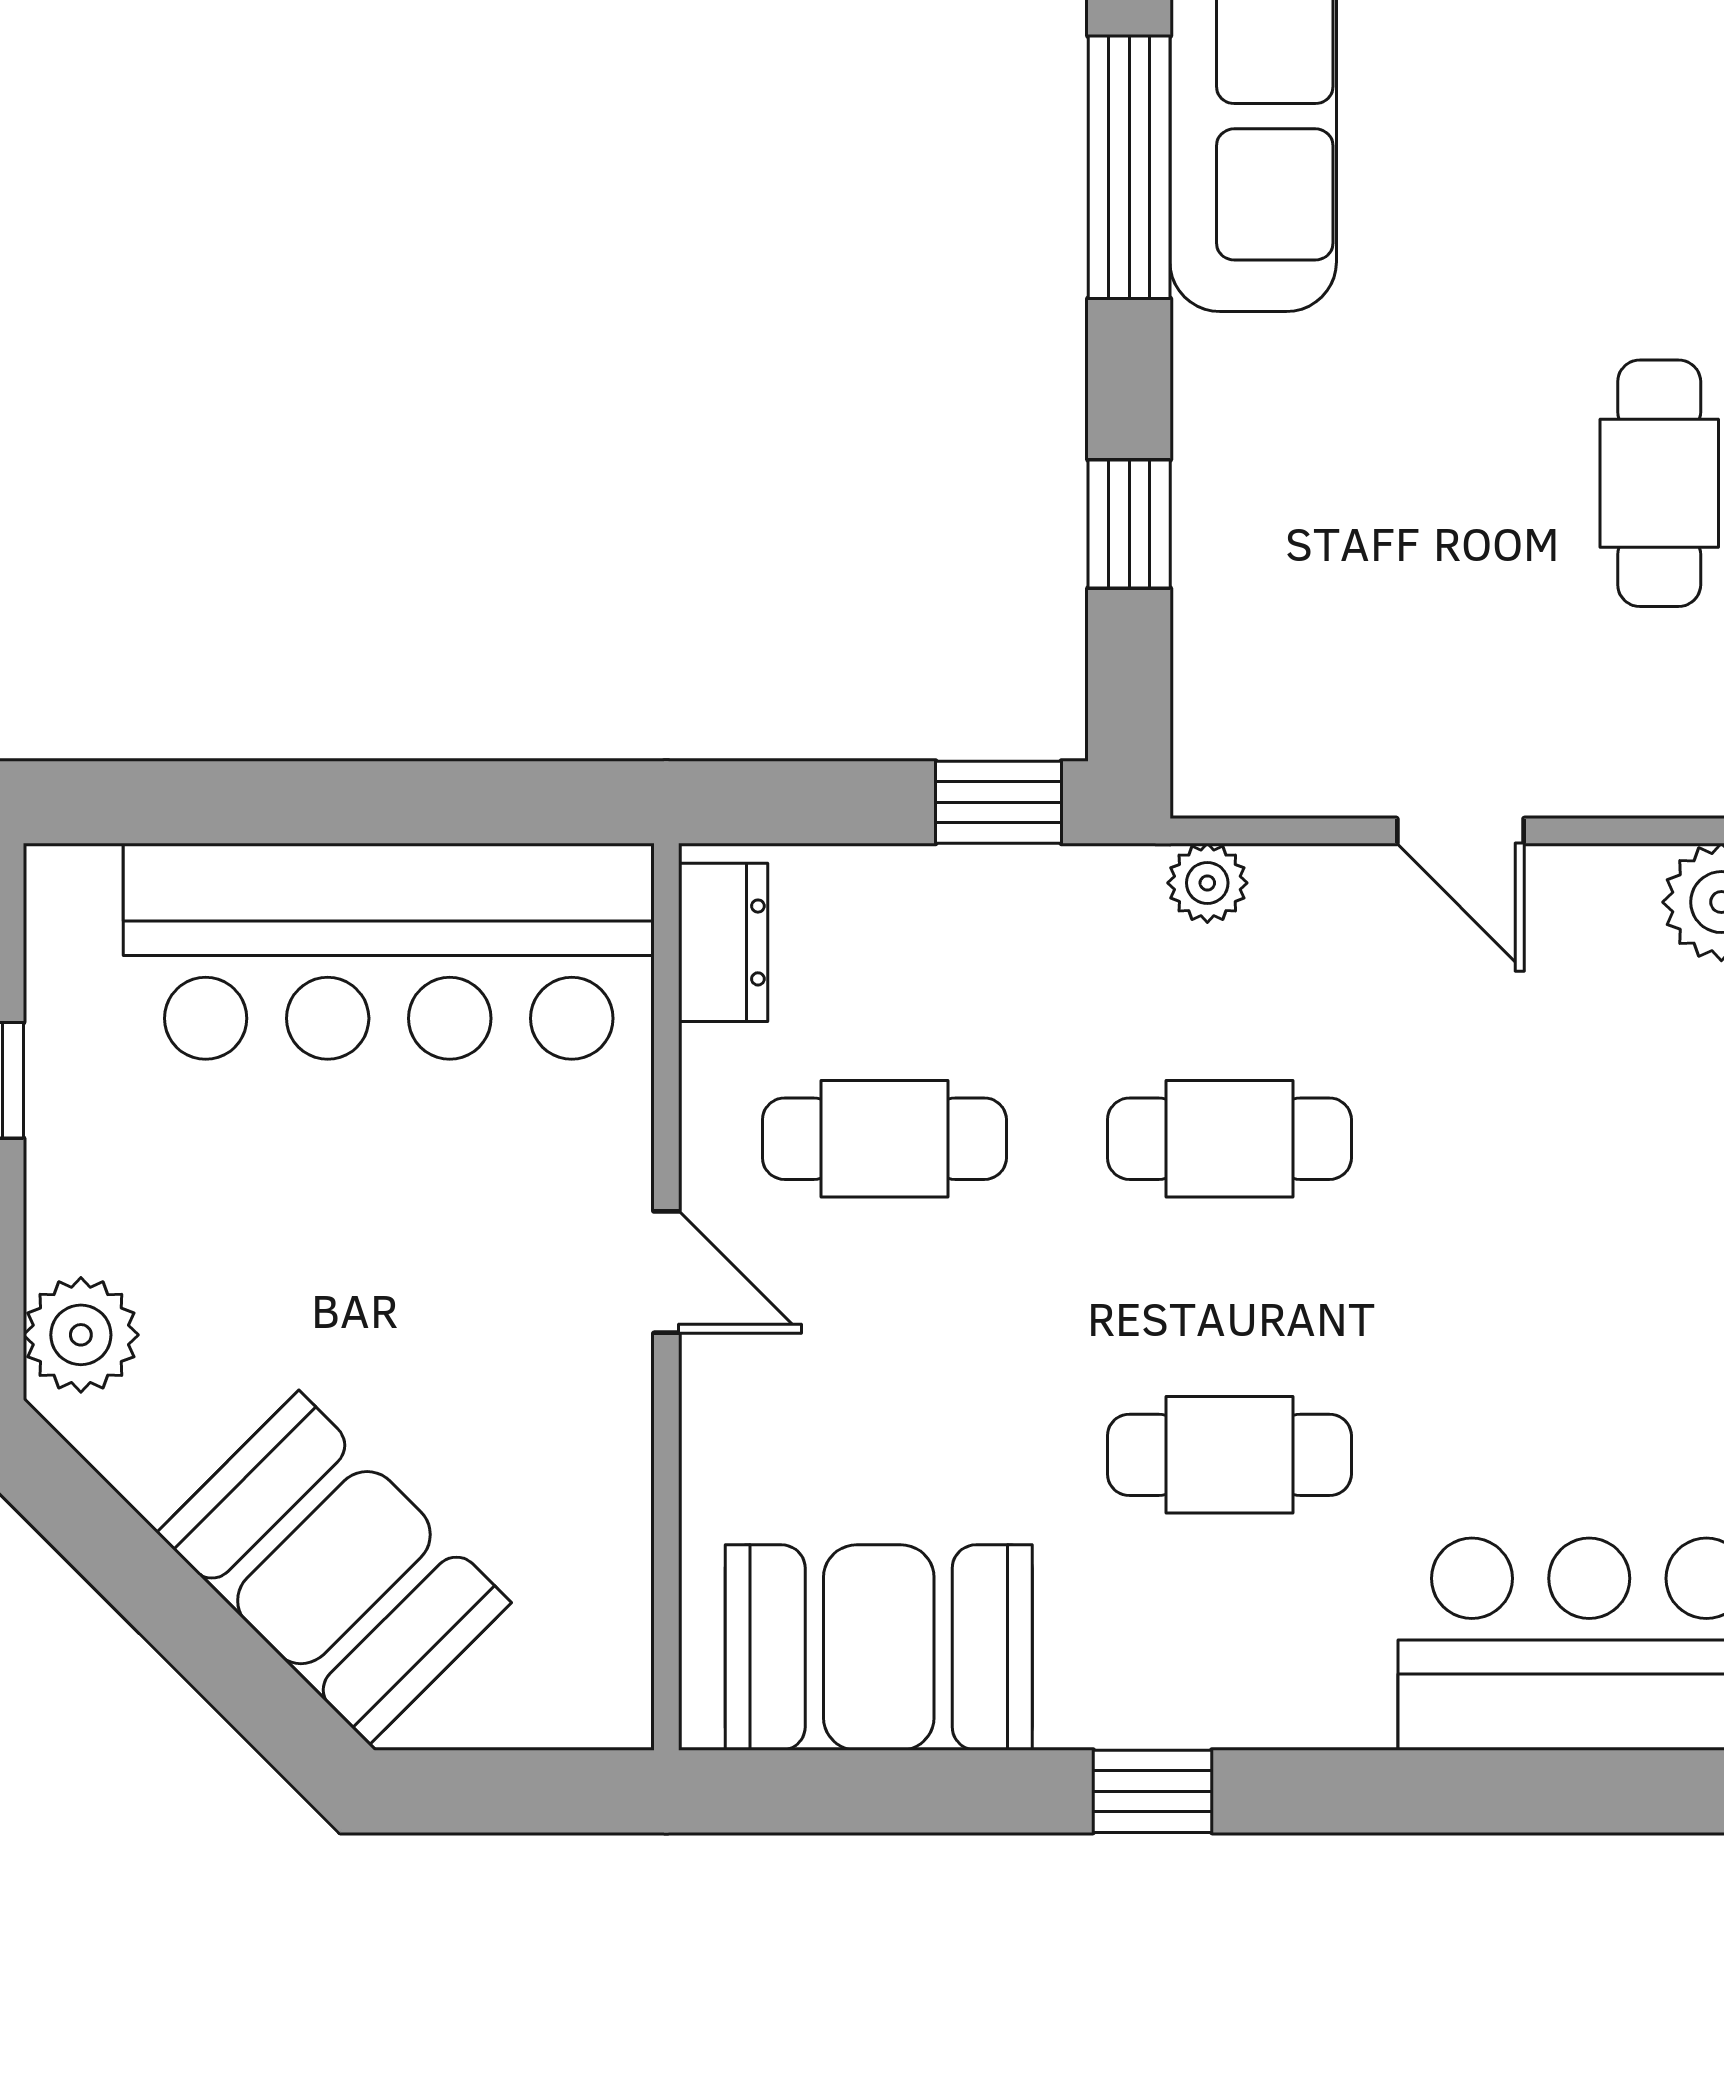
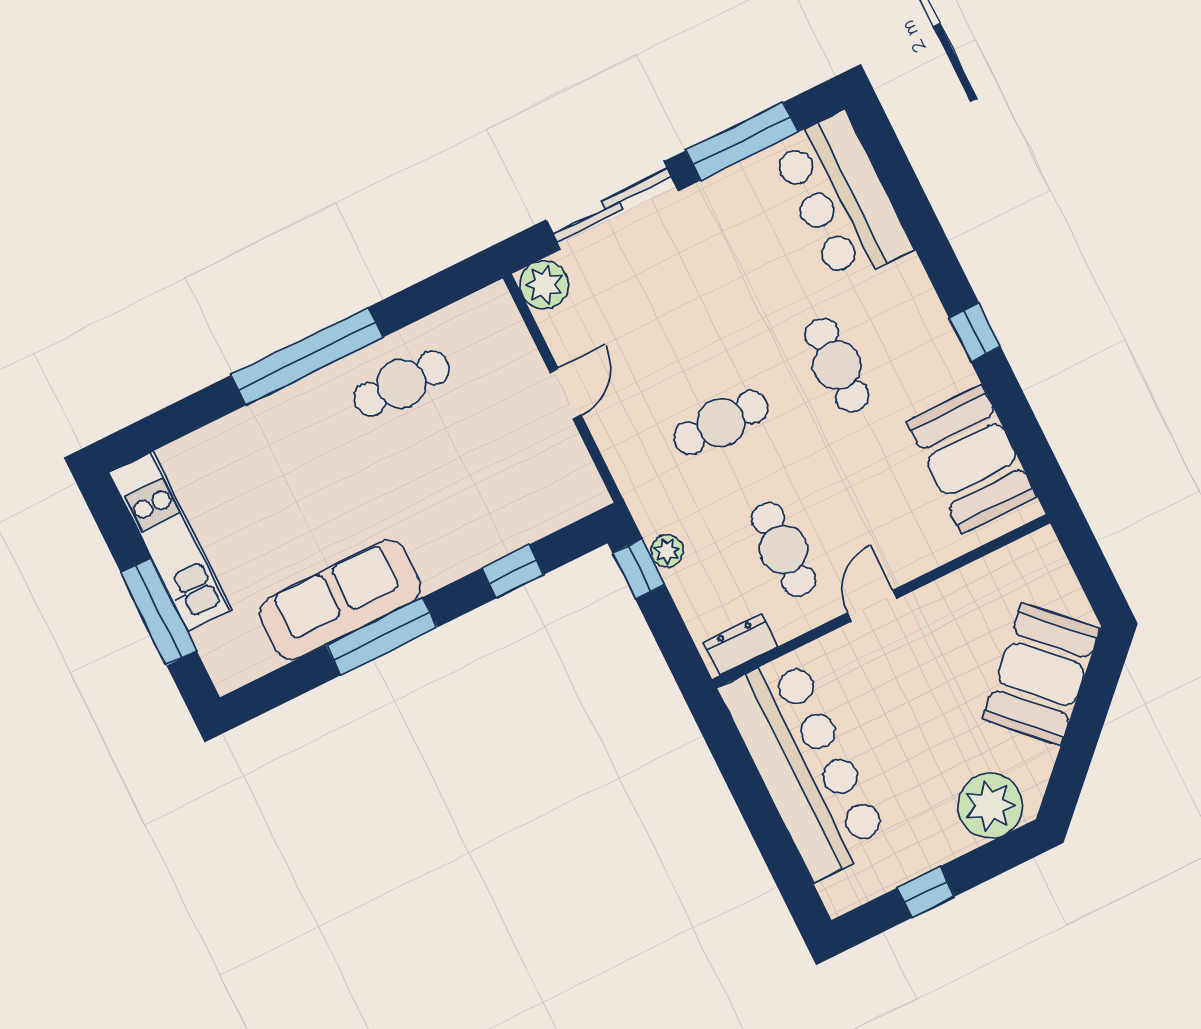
plant: (1207, 883) -> (667, 551), moved
cafe table: (1229, 1139) -> (721, 423), turned 90
plant: (81, 1335) -> (990, 806), width x1.36, depth x1.36

